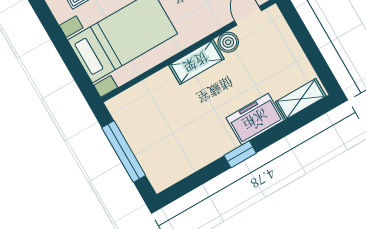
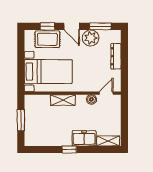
shelving: (196, 62) -> (63, 100), moved
window: (124, 152) -> (21, 120), width x0.69

